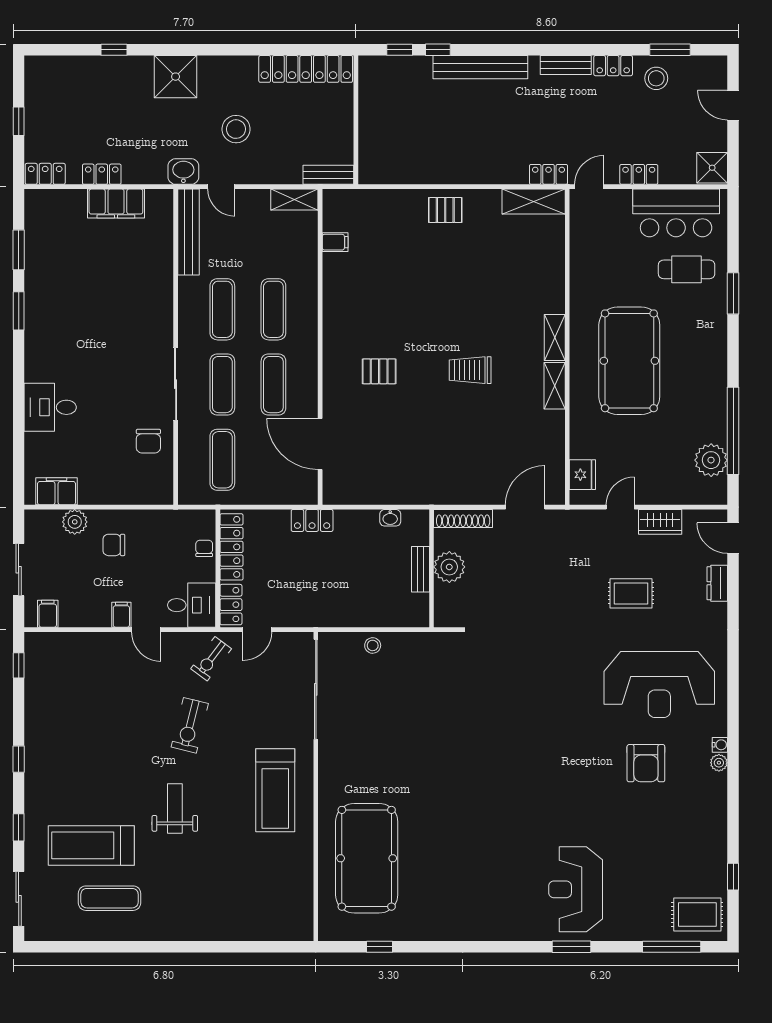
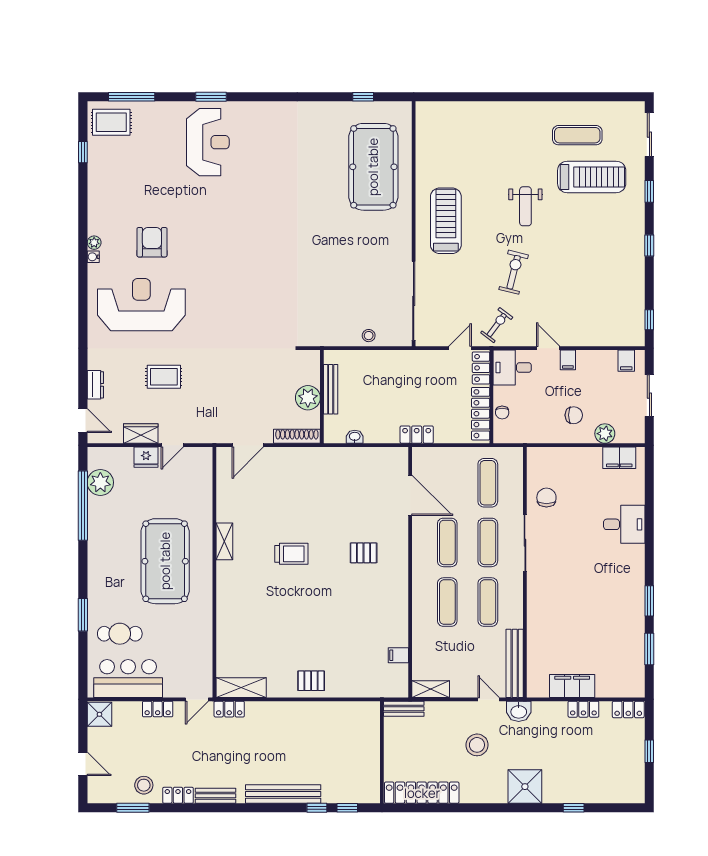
shelving: (555, 338) -> (224, 580), removed
fridge: (582, 475) -> (146, 457), moved, turned -90
bench: (420, 569) -> (331, 389), width x1.36

